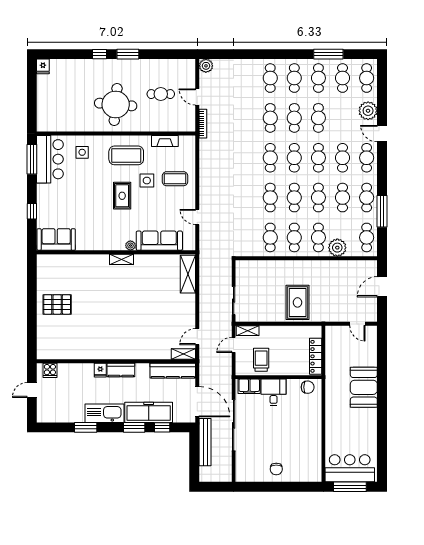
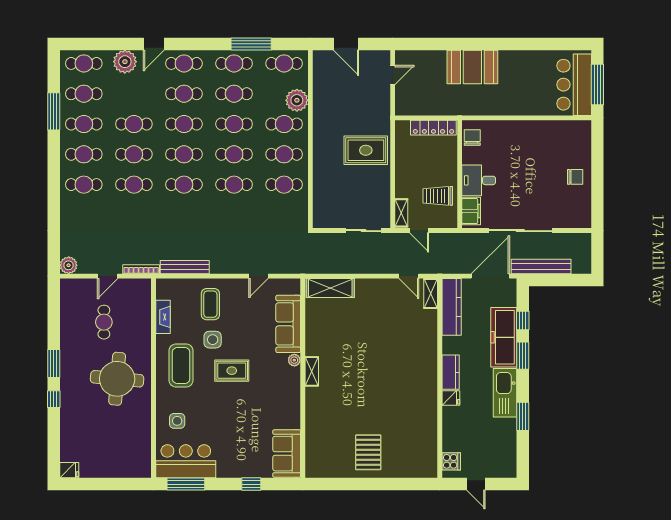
bench: (205, 158) -> (185, 267), added

